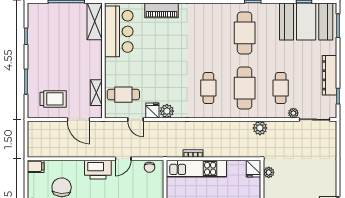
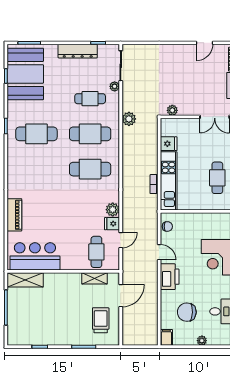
cafe table: (208, 88) -> (90, 169), width x1.37, depth x1.35
fridge: (253, 169) -> (169, 144), moved

